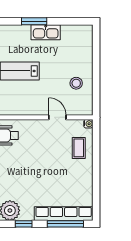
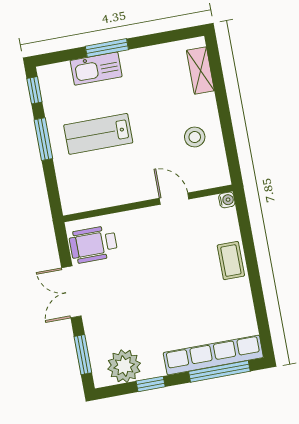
kitchen sink: (46, 32) -> (96, 69), moved
shelving: (87, 45) -> (200, 70), added
coffee table: (79, 148) -> (231, 261), moved

